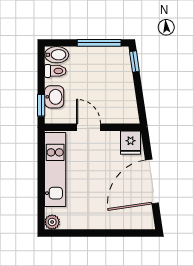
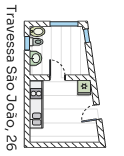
window: (41, 105) -> (27, 43), moved
door: (152, 181) -> (98, 112), width x0.53
plant: (52, 222) -> (34, 138), removed

